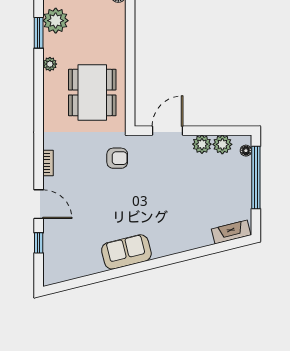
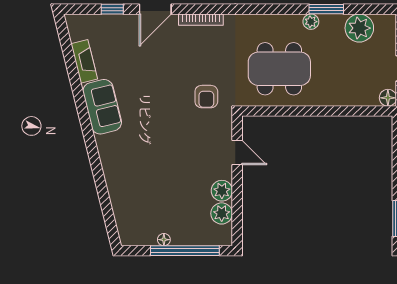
window: (39, 33) -> (326, 9), moved
door: (168, 131) -> (237, 152), width x0.73
floor lamp: (246, 151) -> (164, 240), moved
bookcase: (48, 163) -> (201, 20), width x1.56
fireplace: (231, 232) -> (84, 61), moved

